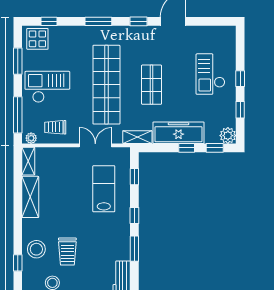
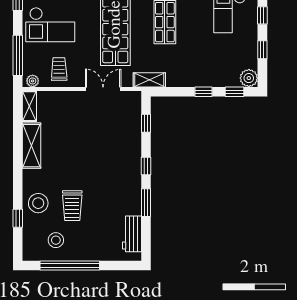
checkout: (47, 87) -> (50, 25), turned 180
trolley: (55, 127) -> (59, 69), turned 89
freezer: (178, 133) -> (195, 75), removed
lab bench: (104, 189) -> (112, 137), removed

